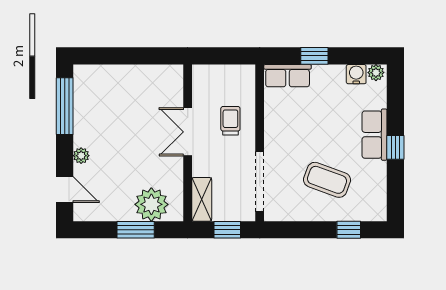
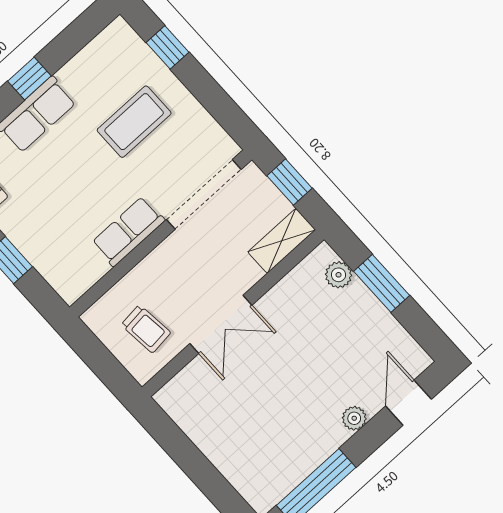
row of seats: (288, 76) -> (128, 231), moved, turned -90
trolley: (230, 121) -> (146, 329), moved, turned -96
coffee table: (327, 180) -> (134, 122), turned 70
plant: (151, 204) -> (339, 275), width x0.53, depth x0.53

